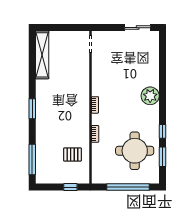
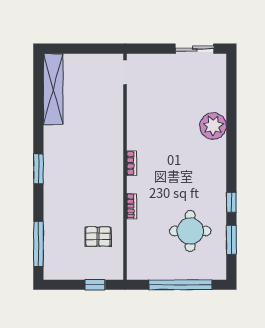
plant: (150, 96) -> (213, 126), moved
round table: (135, 151) -> (190, 231), width x0.73, depth x0.73

